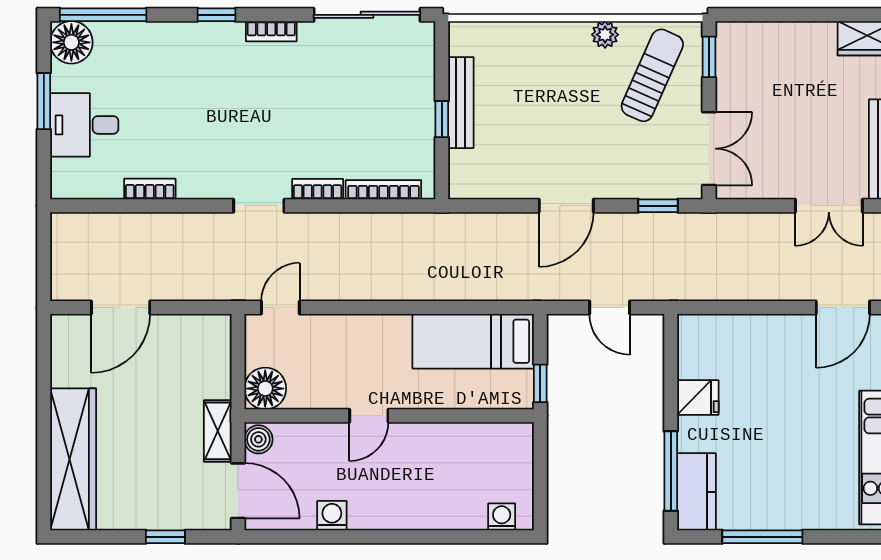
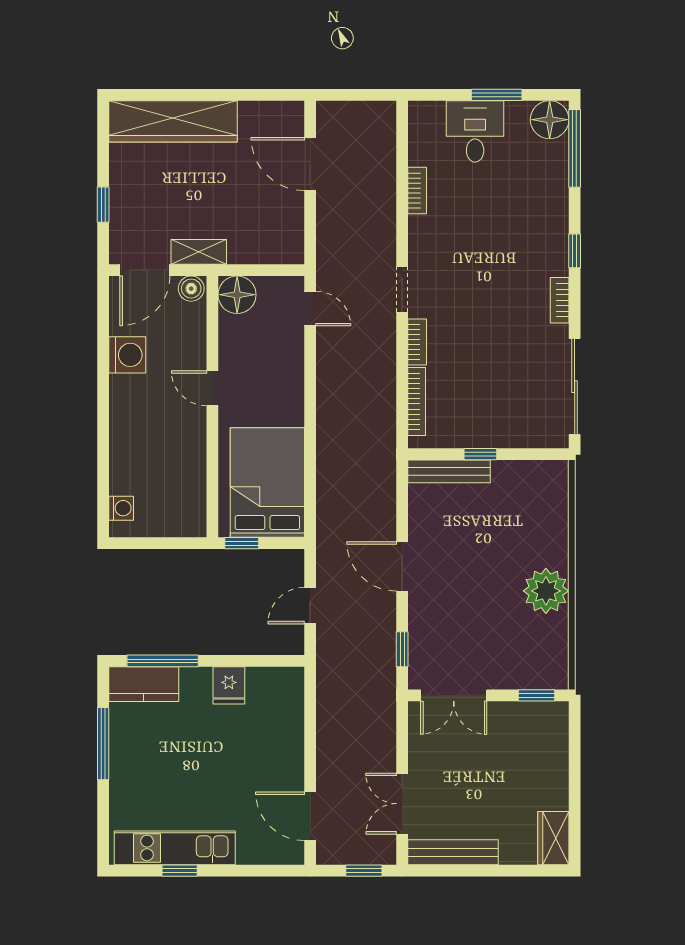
plant: (605, 35) -> (546, 591), width x1.88, depth x1.88
sun lounger: (652, 75) -> (520, 644), removed
bench: (461, 103) -> (449, 471), moved
bed: (473, 341) -> (267, 483), width x1.50
washing machine: (332, 516) -> (127, 355), width x1.38, depth x1.38

